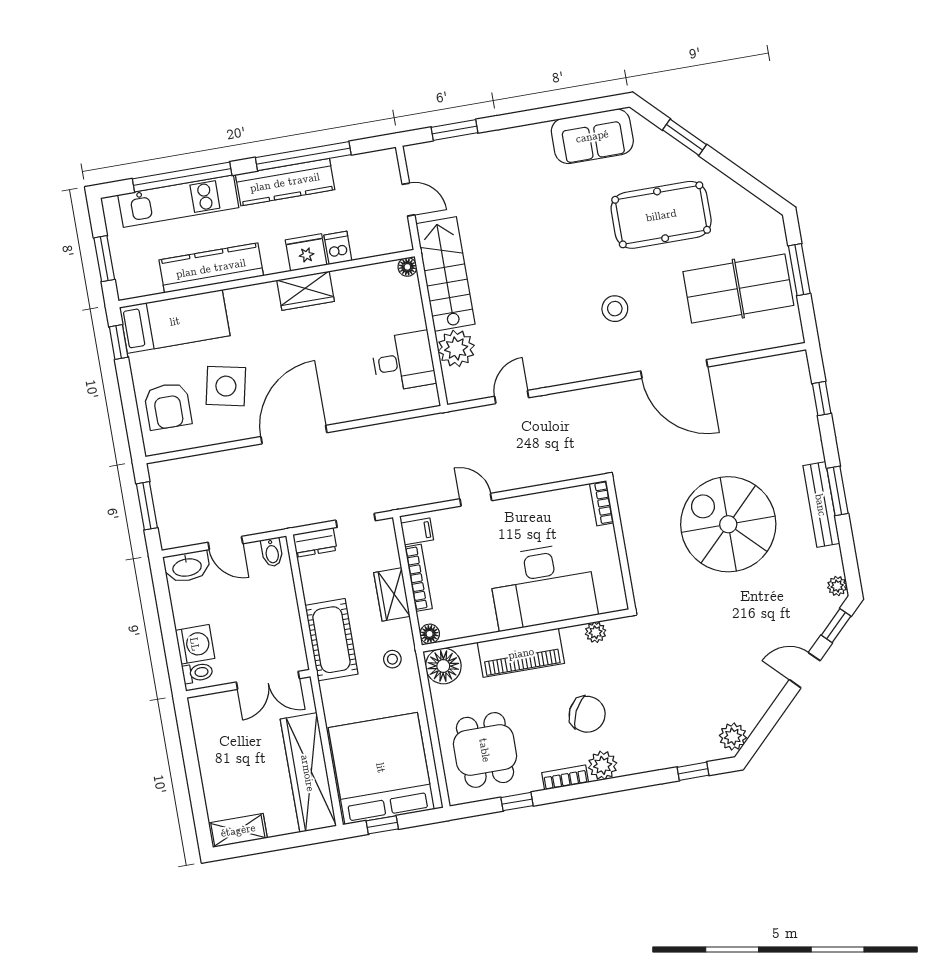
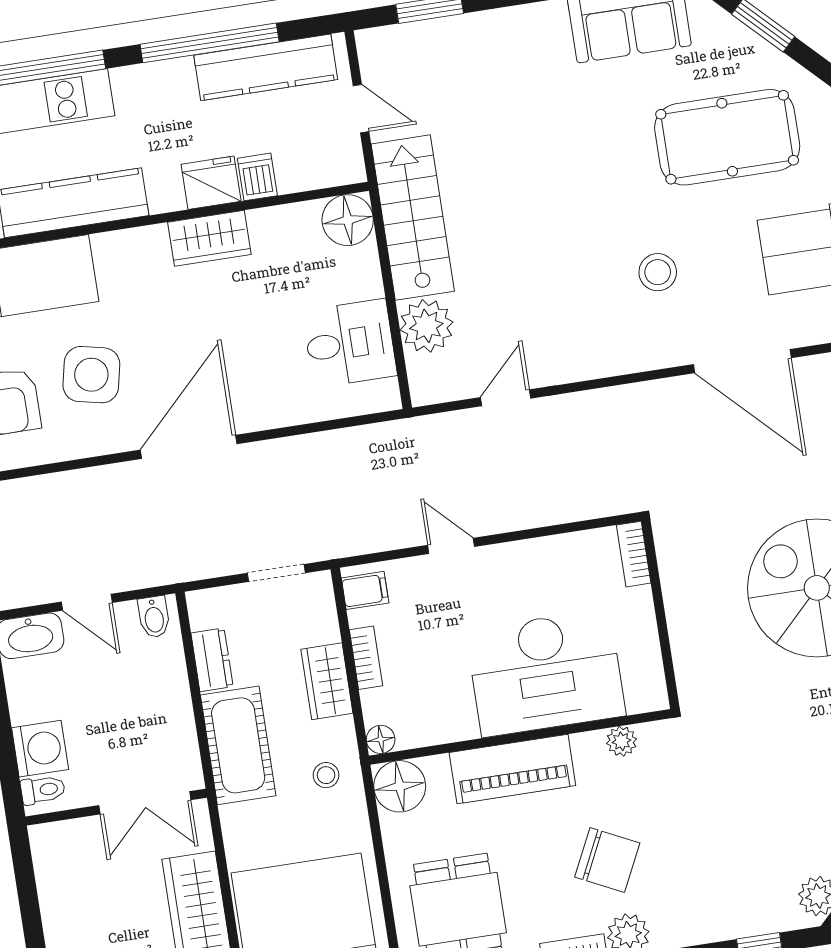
kitchen counter: (285, 182) -> (266, 67), moved
floor lamp: (407, 267) -> (348, 220), width x1.89, depth x1.89
dresser: (315, 542) -> (212, 660), moved, turned -90
bookcase: (418, 578) -> (366, 658), width x0.64

